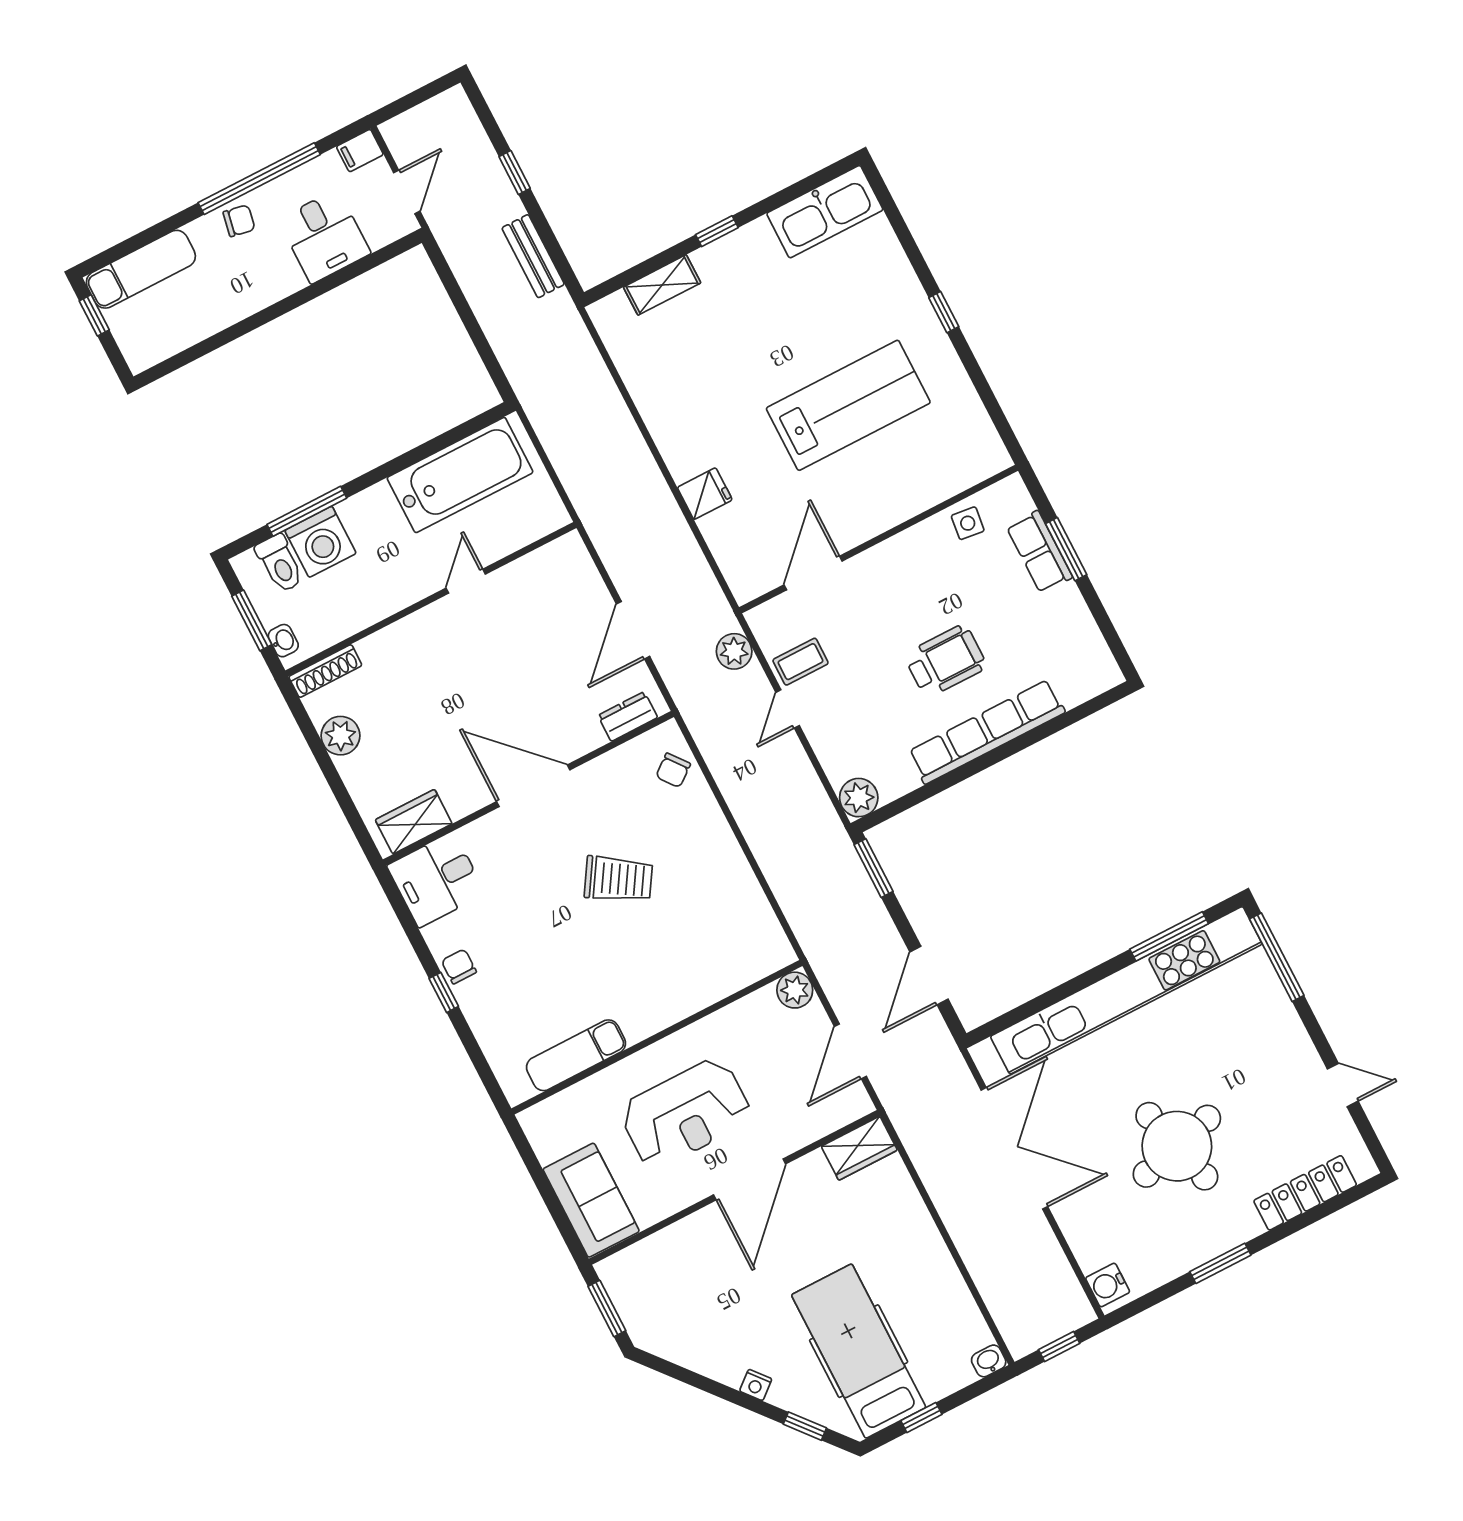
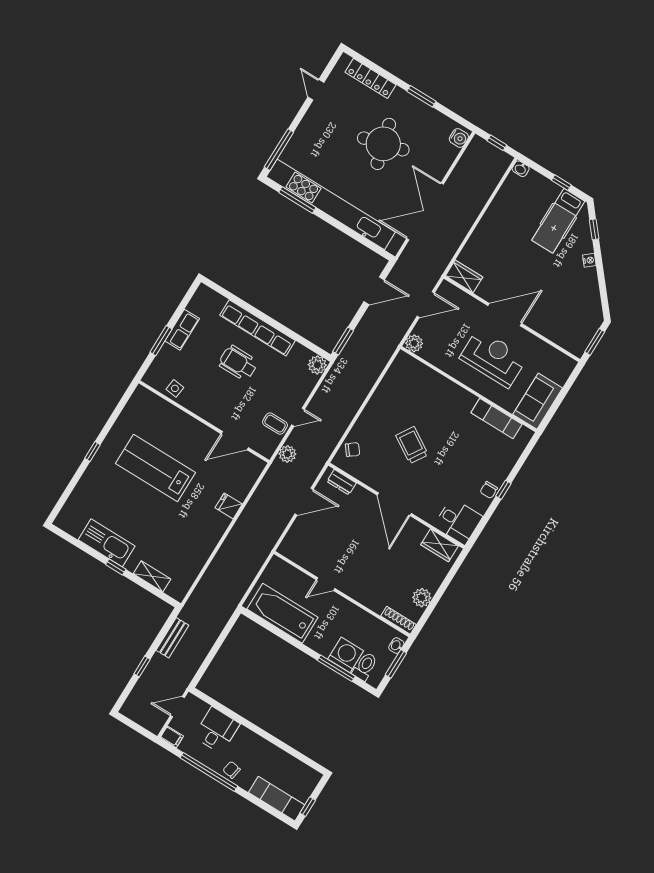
kitchen sink: (825, 212) -> (107, 543), moved
row of seats: (1039, 552) -> (182, 330), moved
sofa: (591, 1200) -> (538, 401), moved
hospital bed: (859, 1351) -> (558, 221), width x0.73, depth x0.78

